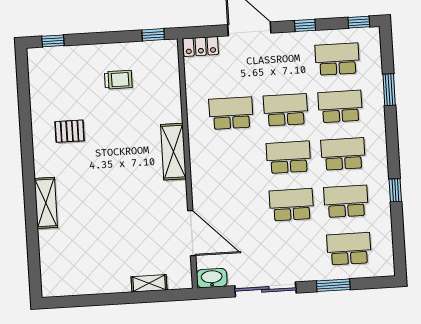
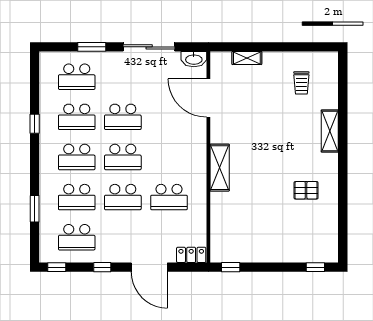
trolley: (118, 80) -> (301, 83), moved, turned -90

